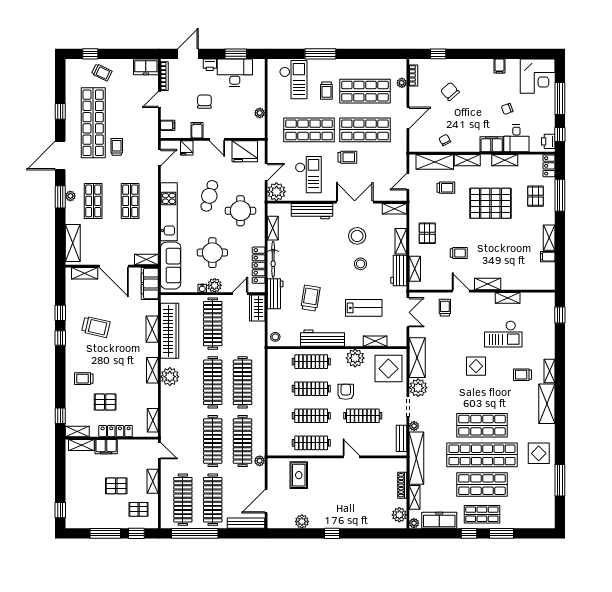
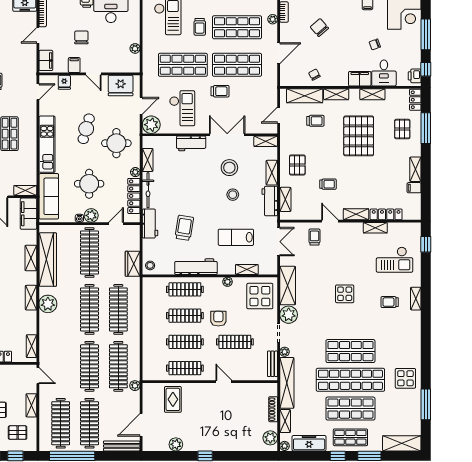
filing cabinet: (168, 125) -> (46, 60), width x2.00
pallet: (490, 203) -> (359, 136), turned 90
workbench: (312, 211) -> (191, 143), width x0.73
plant: (260, 241) -> (135, 172), added
locker: (519, 284) -> (386, 214), added
wardrobe: (257, 308) -> (133, 264), moved
lab bench: (364, 308) -> (236, 237), turned 180
checkout: (503, 334) -> (395, 260), moved
plant: (355, 358) -> (228, 282), width x0.53, depth x0.53
shelving: (547, 404) -> (402, 443), moved, turned 90

